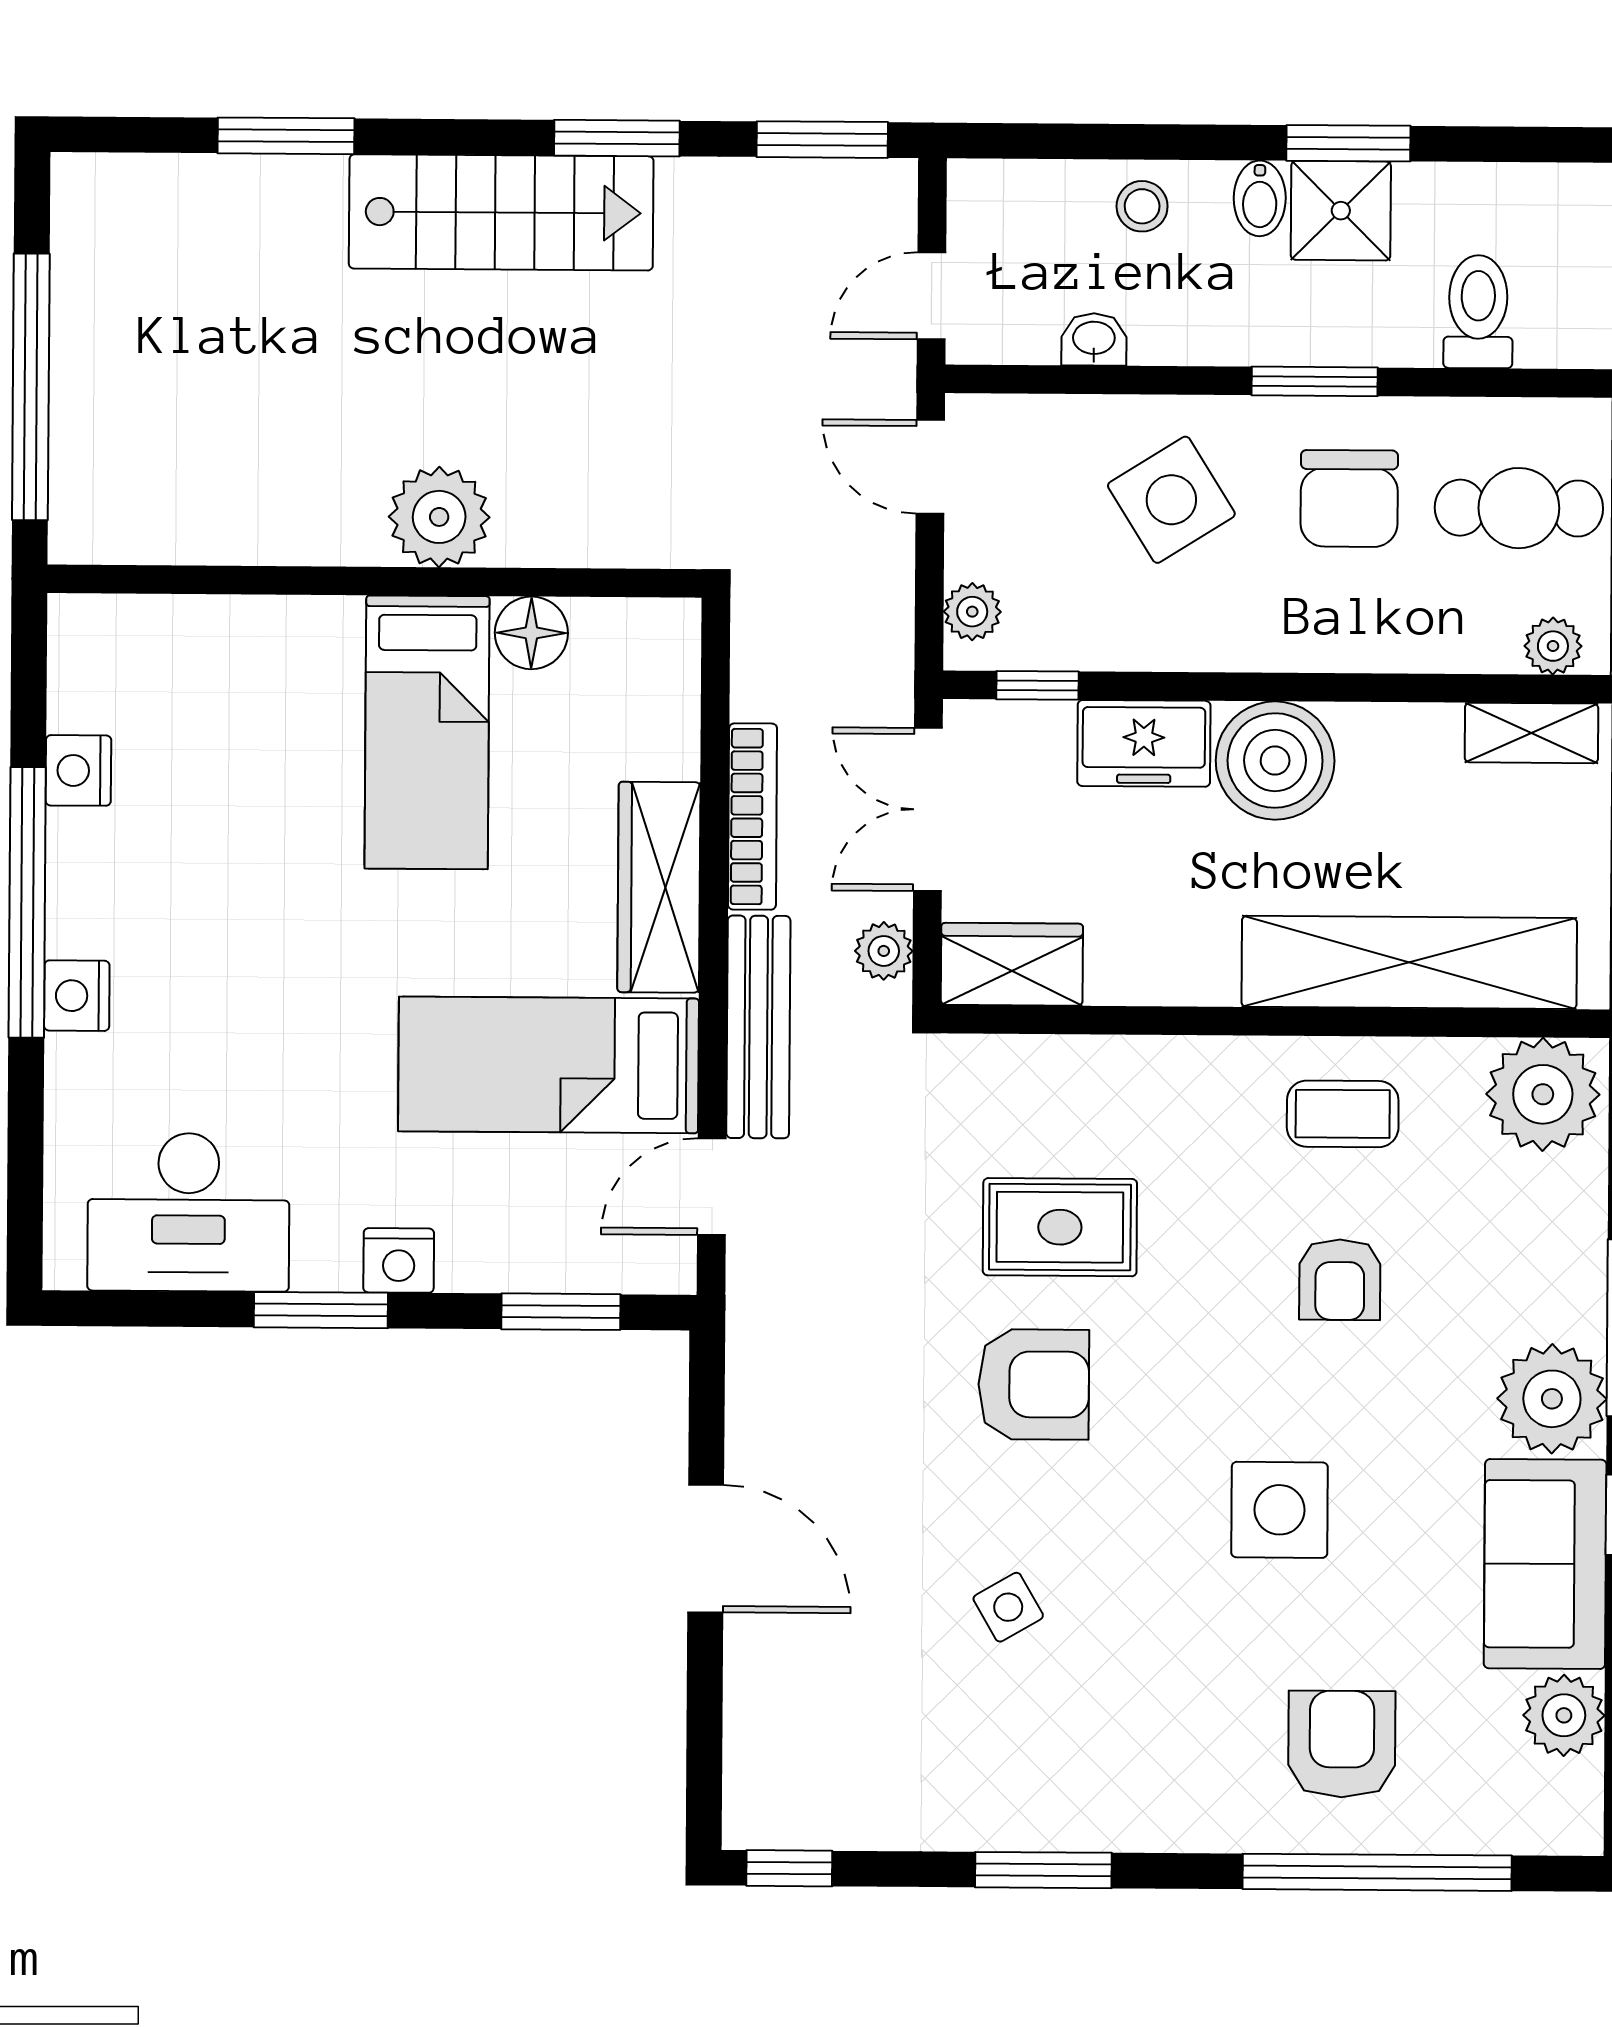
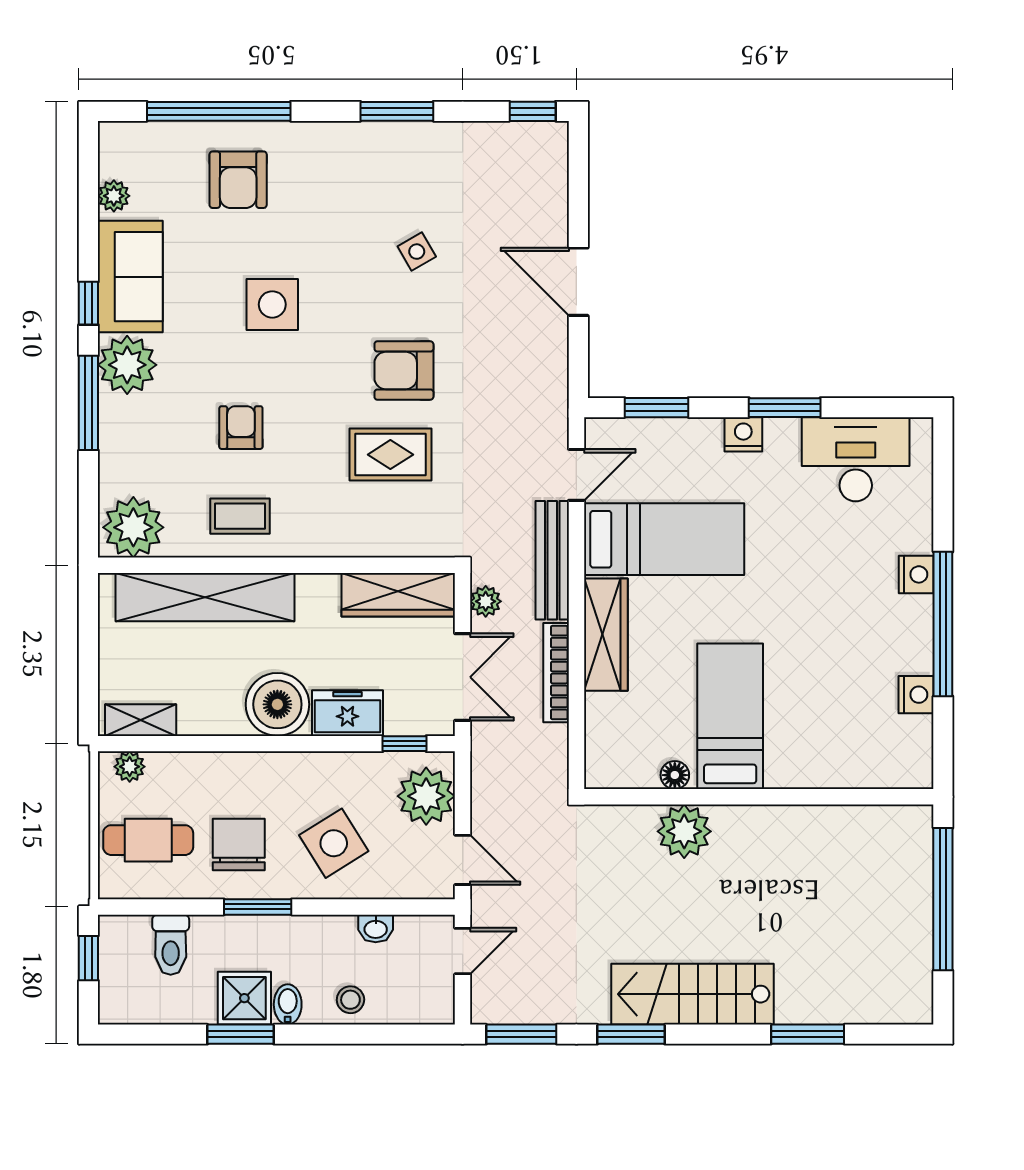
plant: (439, 517) -> (684, 831), moved
plant: (972, 612) -> (426, 796), width x1.87, depth x1.87
floor lamp: (531, 633) -> (675, 775), width x0.73, depth x0.73
wardrobe: (1012, 964) -> (398, 595), width x1.50
plant: (1564, 1715) -> (114, 196), width x0.73, depth x0.73

